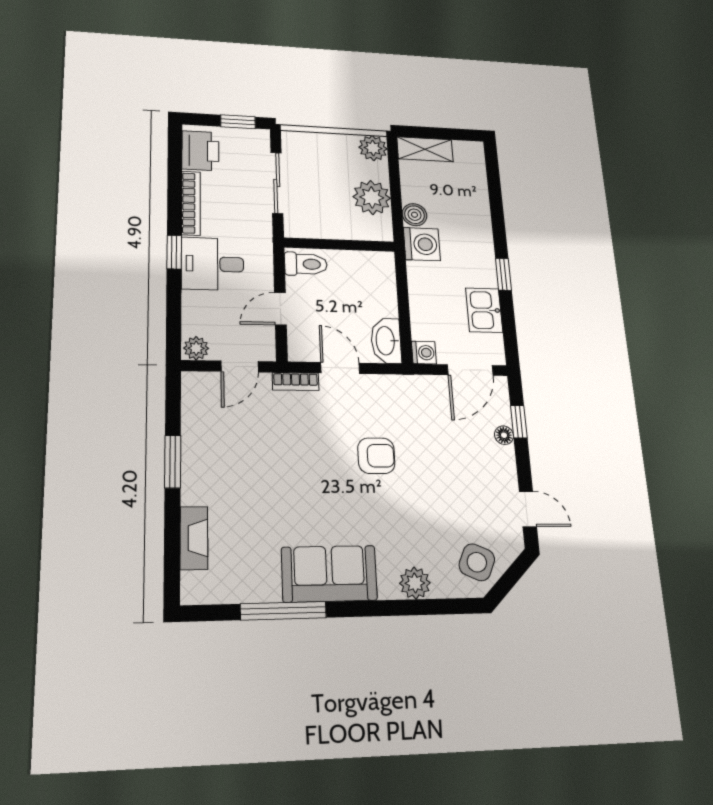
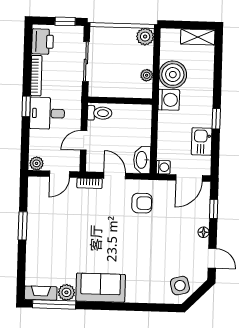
shelving: (425, 149) -> (198, 37), moved
plant: (372, 197) -> (147, 75), width x0.53, depth x0.53
boiler: (414, 215) -> (173, 75), width x1.86, depth x1.86
floor lamp: (504, 435) -> (204, 232), moved
armchair: (376, 456) -> (142, 203), moved
fireplace: (194, 538) -> (41, 293), moved, turned -90
side table: (477, 562) -> (180, 286), turned -38
plant: (415, 583) -> (66, 292), moved
window: (283, 611) -> (54, 304), moved

